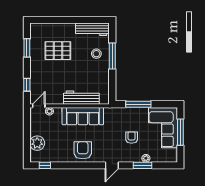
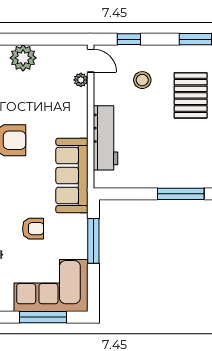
stool: (96, 54) -> (142, 80), moved
sofa: (83, 116) -> (72, 176), moved

